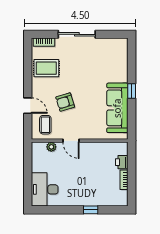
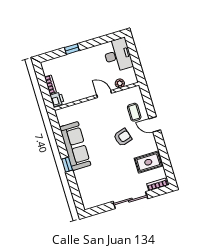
door: (71, 141) -> (104, 94), moved
wall: (80, 141) -> (96, 96), moved
plant: (51, 147) -> (120, 83), moved

